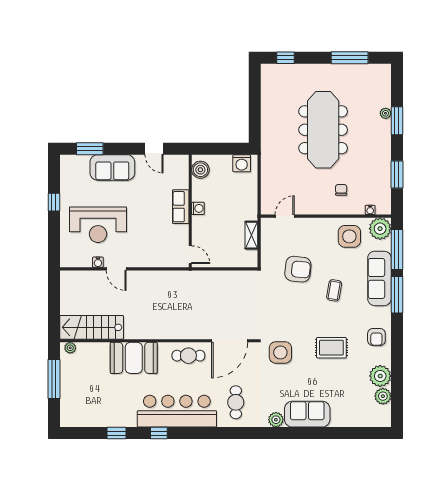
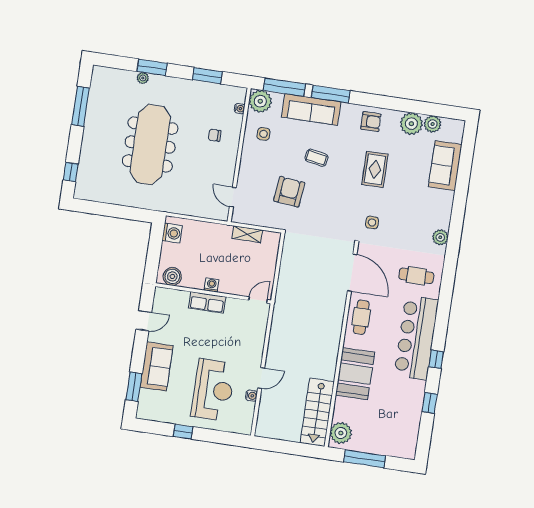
meeting table: (323, 130) -> (150, 145), turned 90
side table: (349, 236) -> (264, 134), width x0.54, depth x0.54
plant: (70, 348) -> (341, 433), width x1.88, depth x1.88
side table: (280, 352) -> (372, 222), width x0.54, depth x0.54
sofa: (307, 414) -> (445, 166), moved

